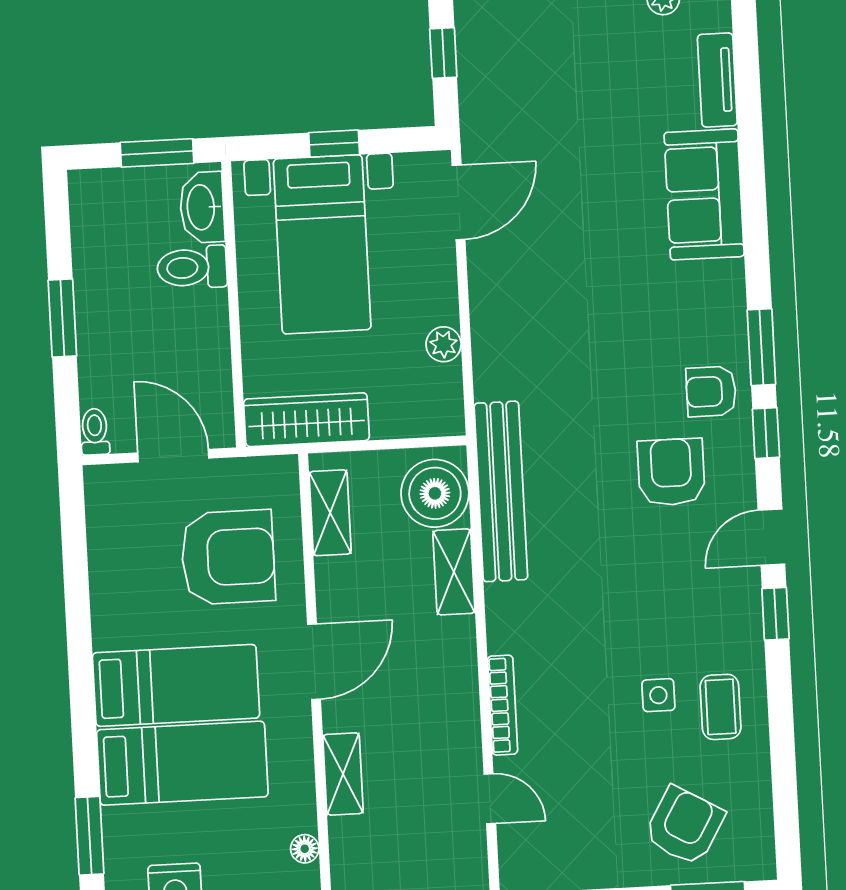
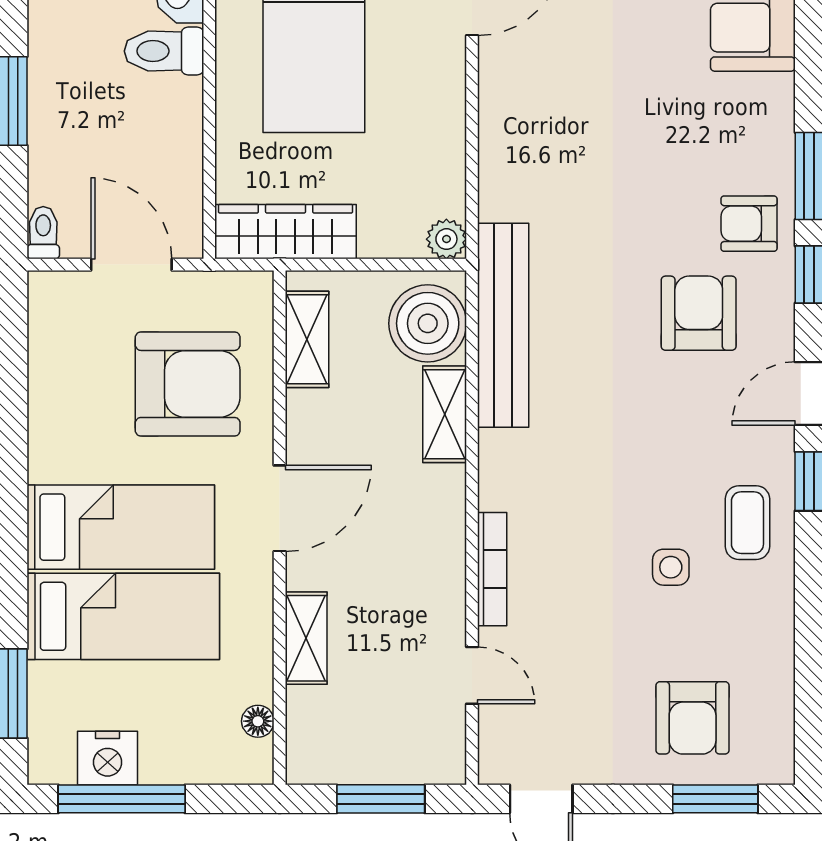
plant: (444, 344) -> (446, 239), moved
coffee table: (721, 707) -> (747, 523), moved
armchair: (684, 826) -> (693, 718), turned 150

